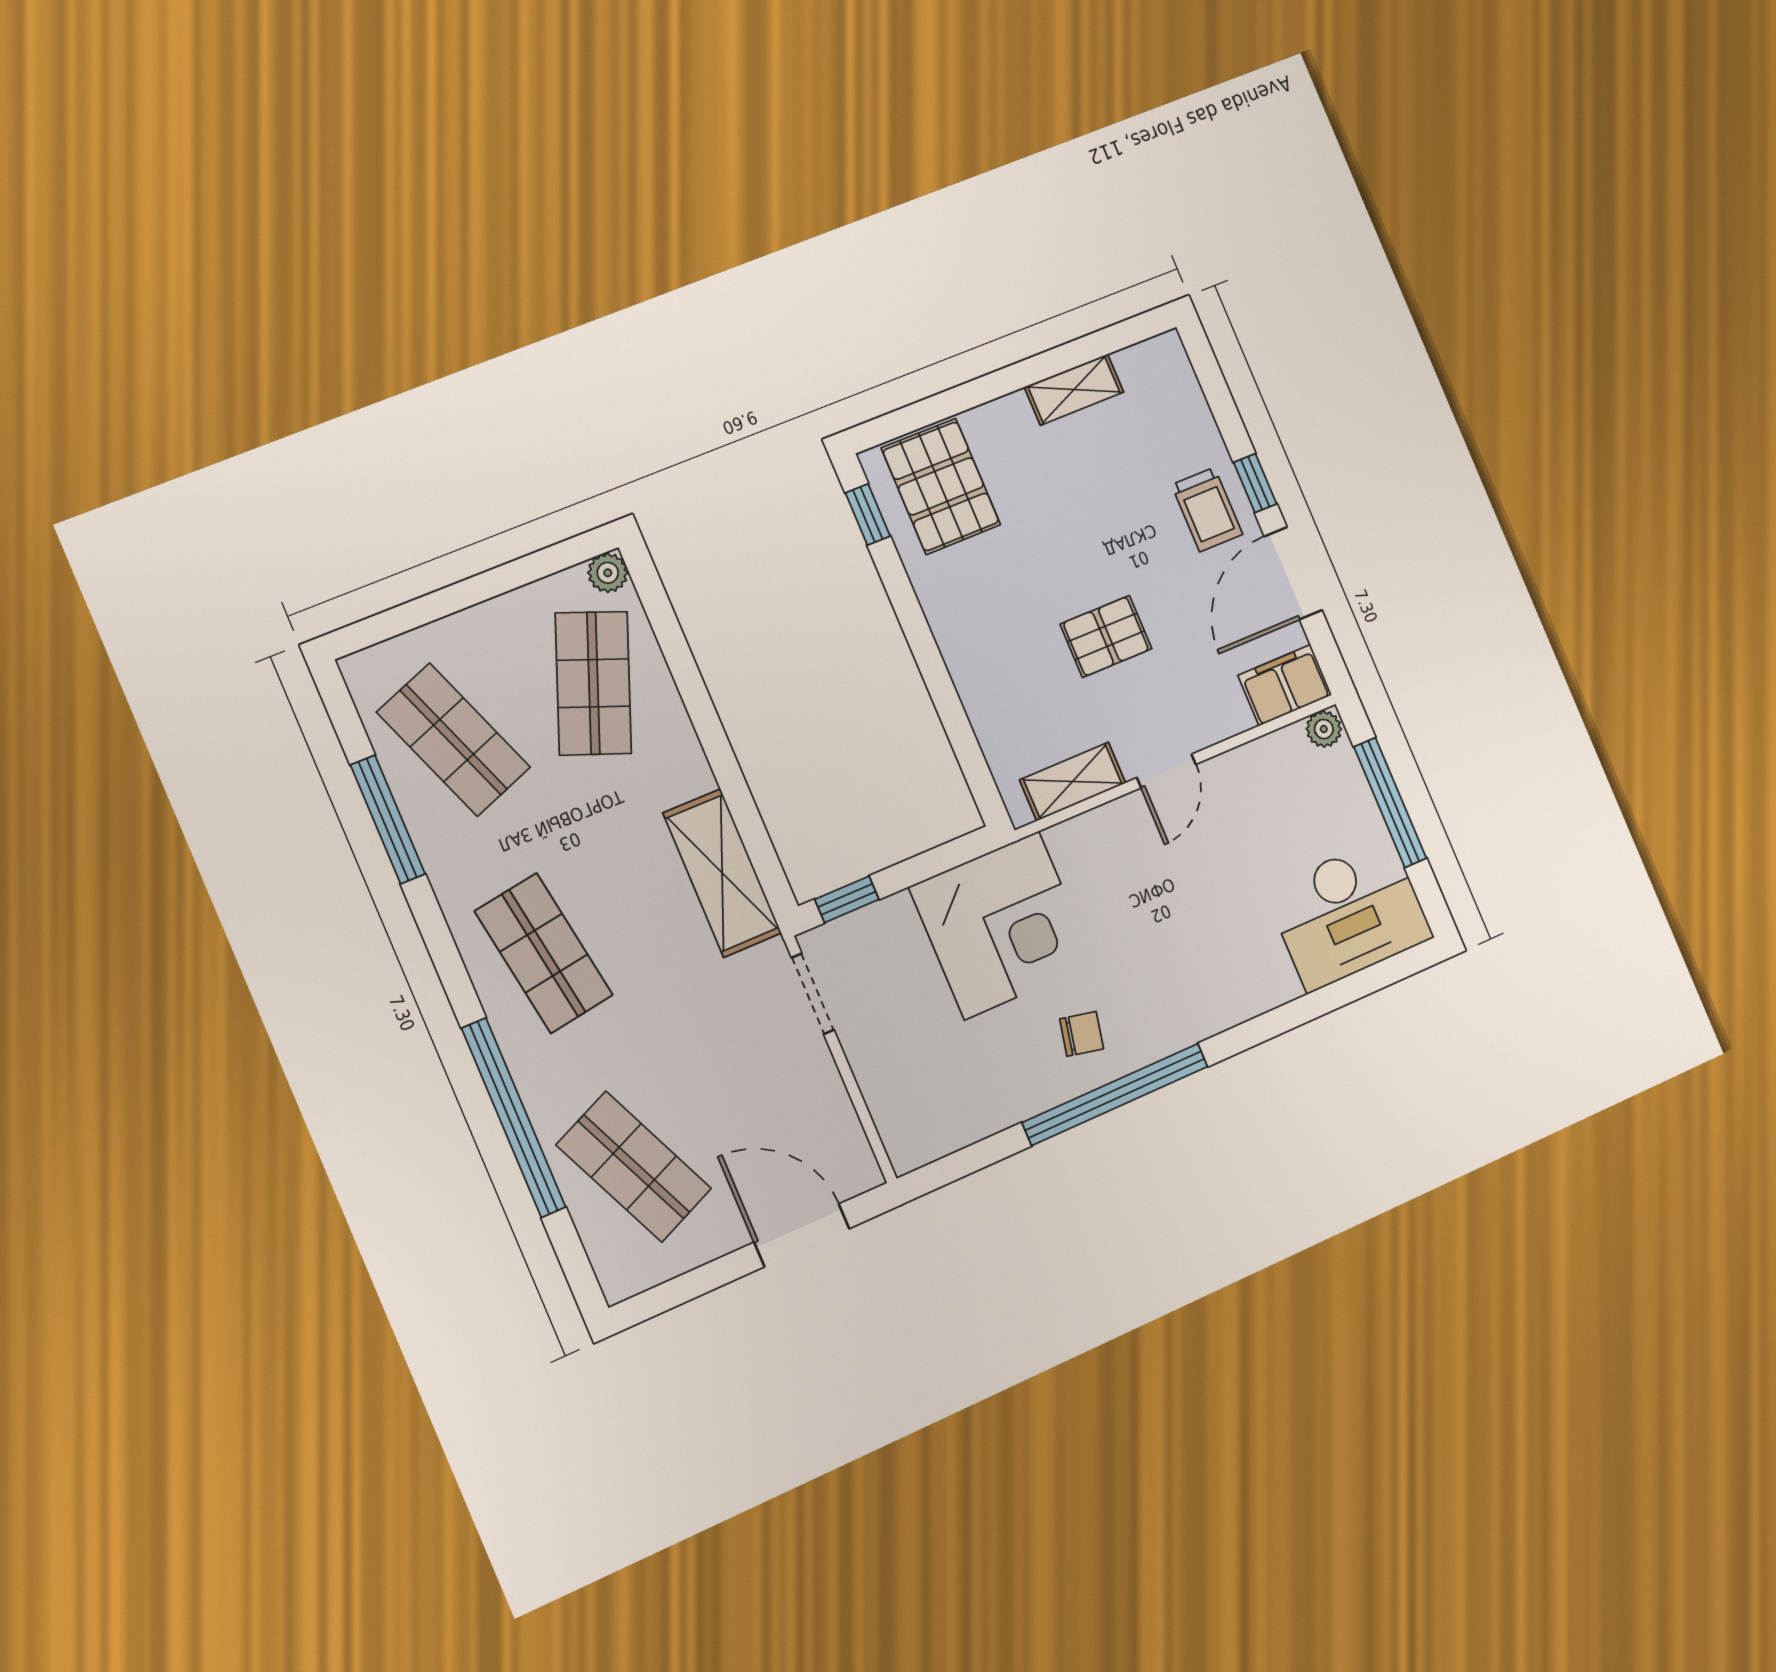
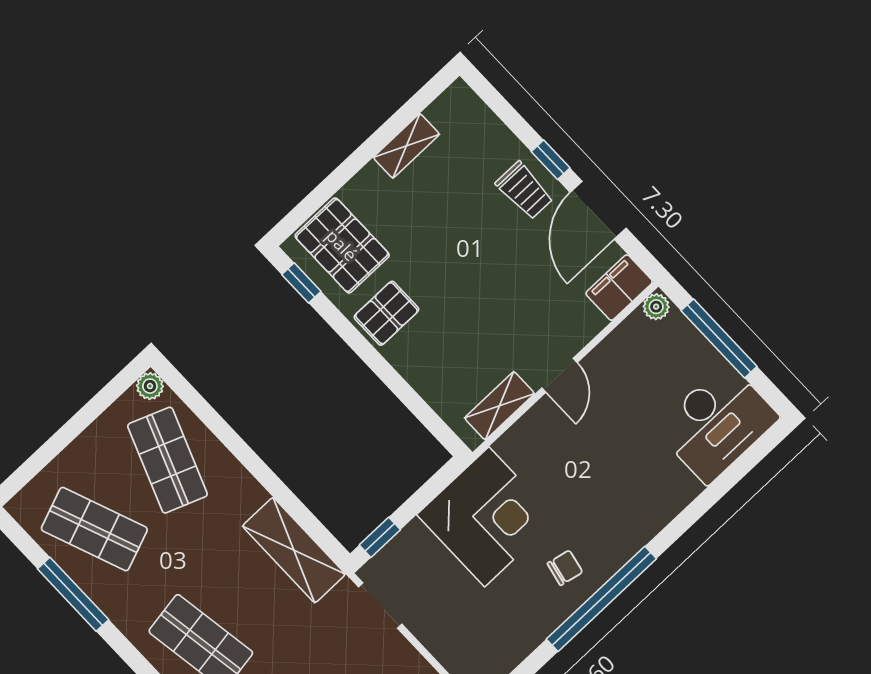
pallet: (1106, 636) -> (386, 313), moved

